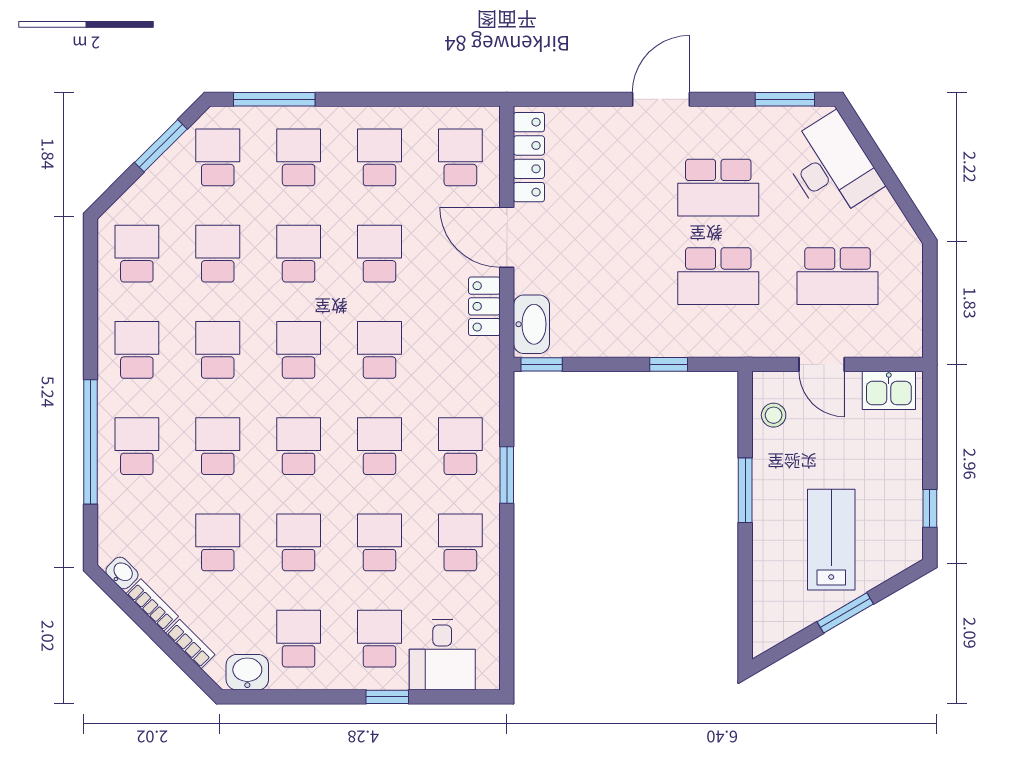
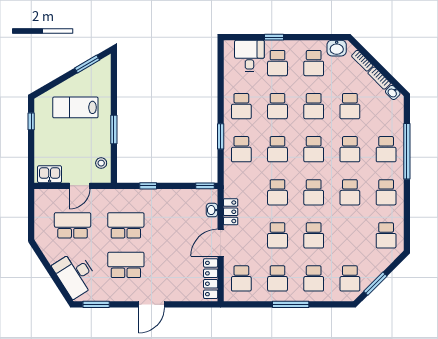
window: (274, 99) -> (291, 304), moved
door: (507, 237) -> (221, 243), swing flipped
school desk: (218, 254) -> (350, 235), removed
washbasin: (531, 324) -> (212, 210), width x0.52, depth x0.69
door: (822, 364) -> (80, 186), swing flipped
lab bench: (831, 540) -> (75, 107), turned 90
window: (845, 613) -> (87, 64), moved

